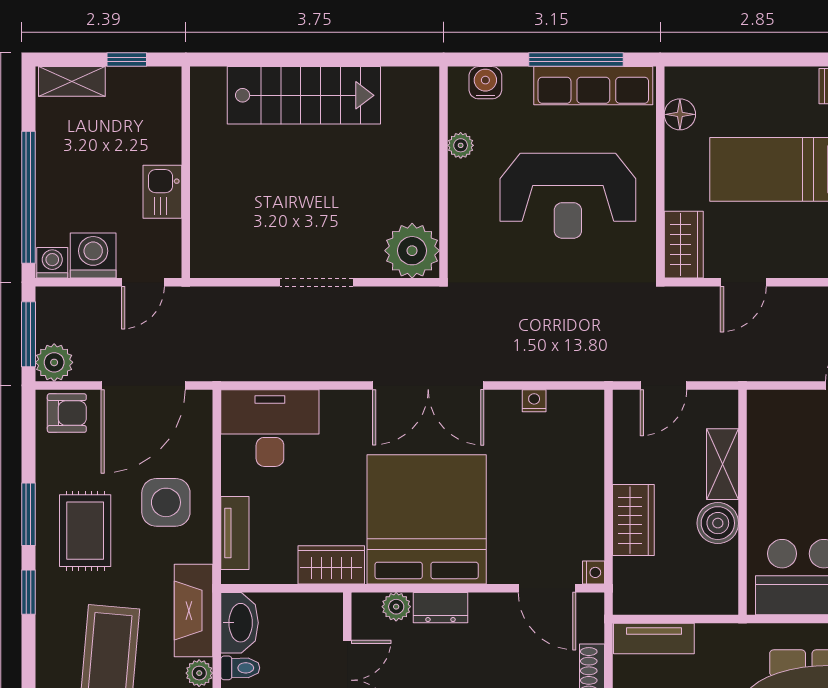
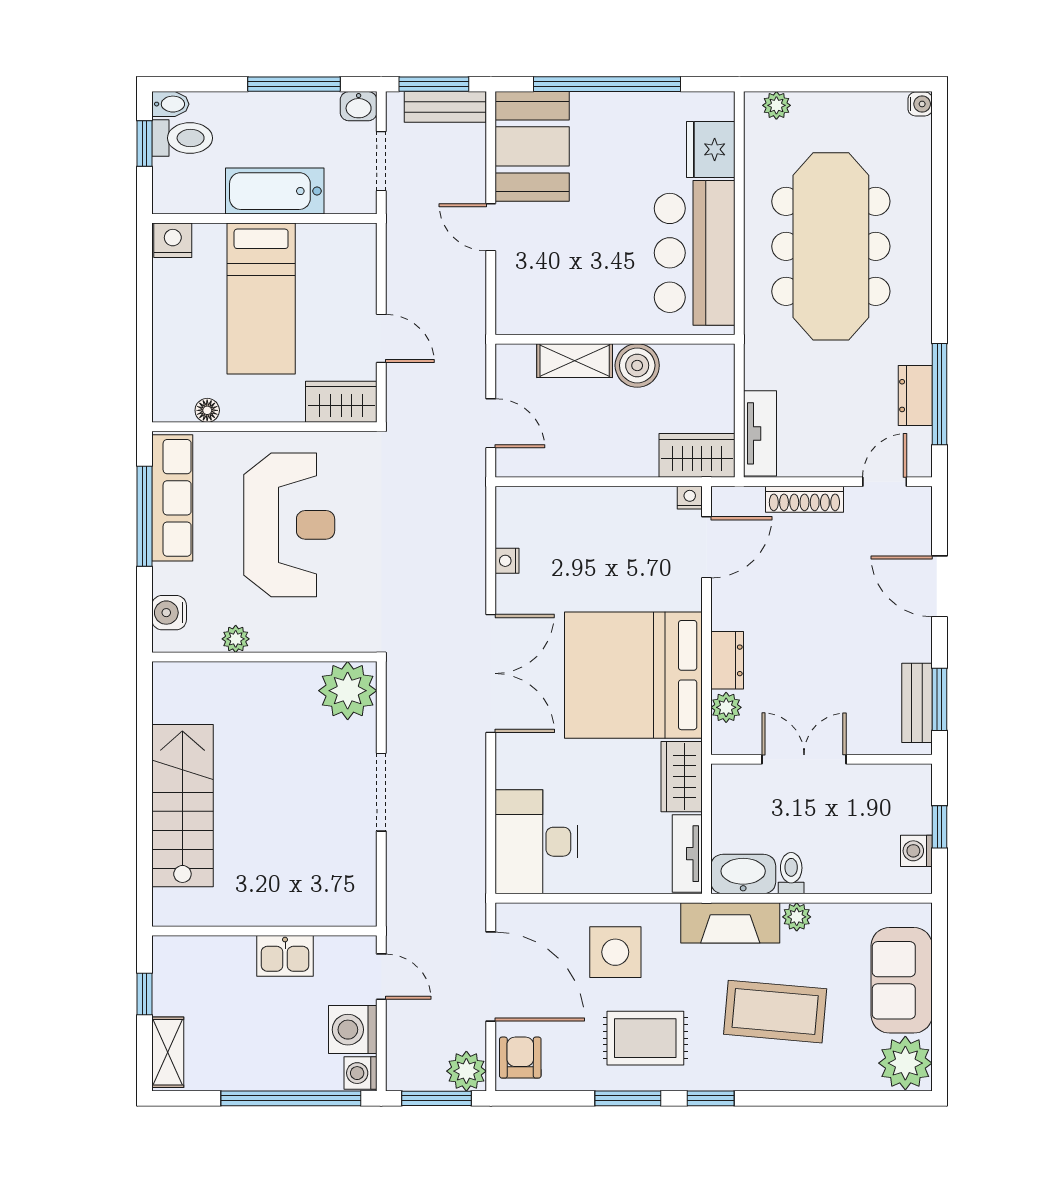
floor lamp: (680, 114) -> (207, 410), width x0.73, depth x0.73
wardrobe: (633, 520) -> (697, 455), moved
tv unit: (235, 533) -> (687, 854), moved, turned -90

